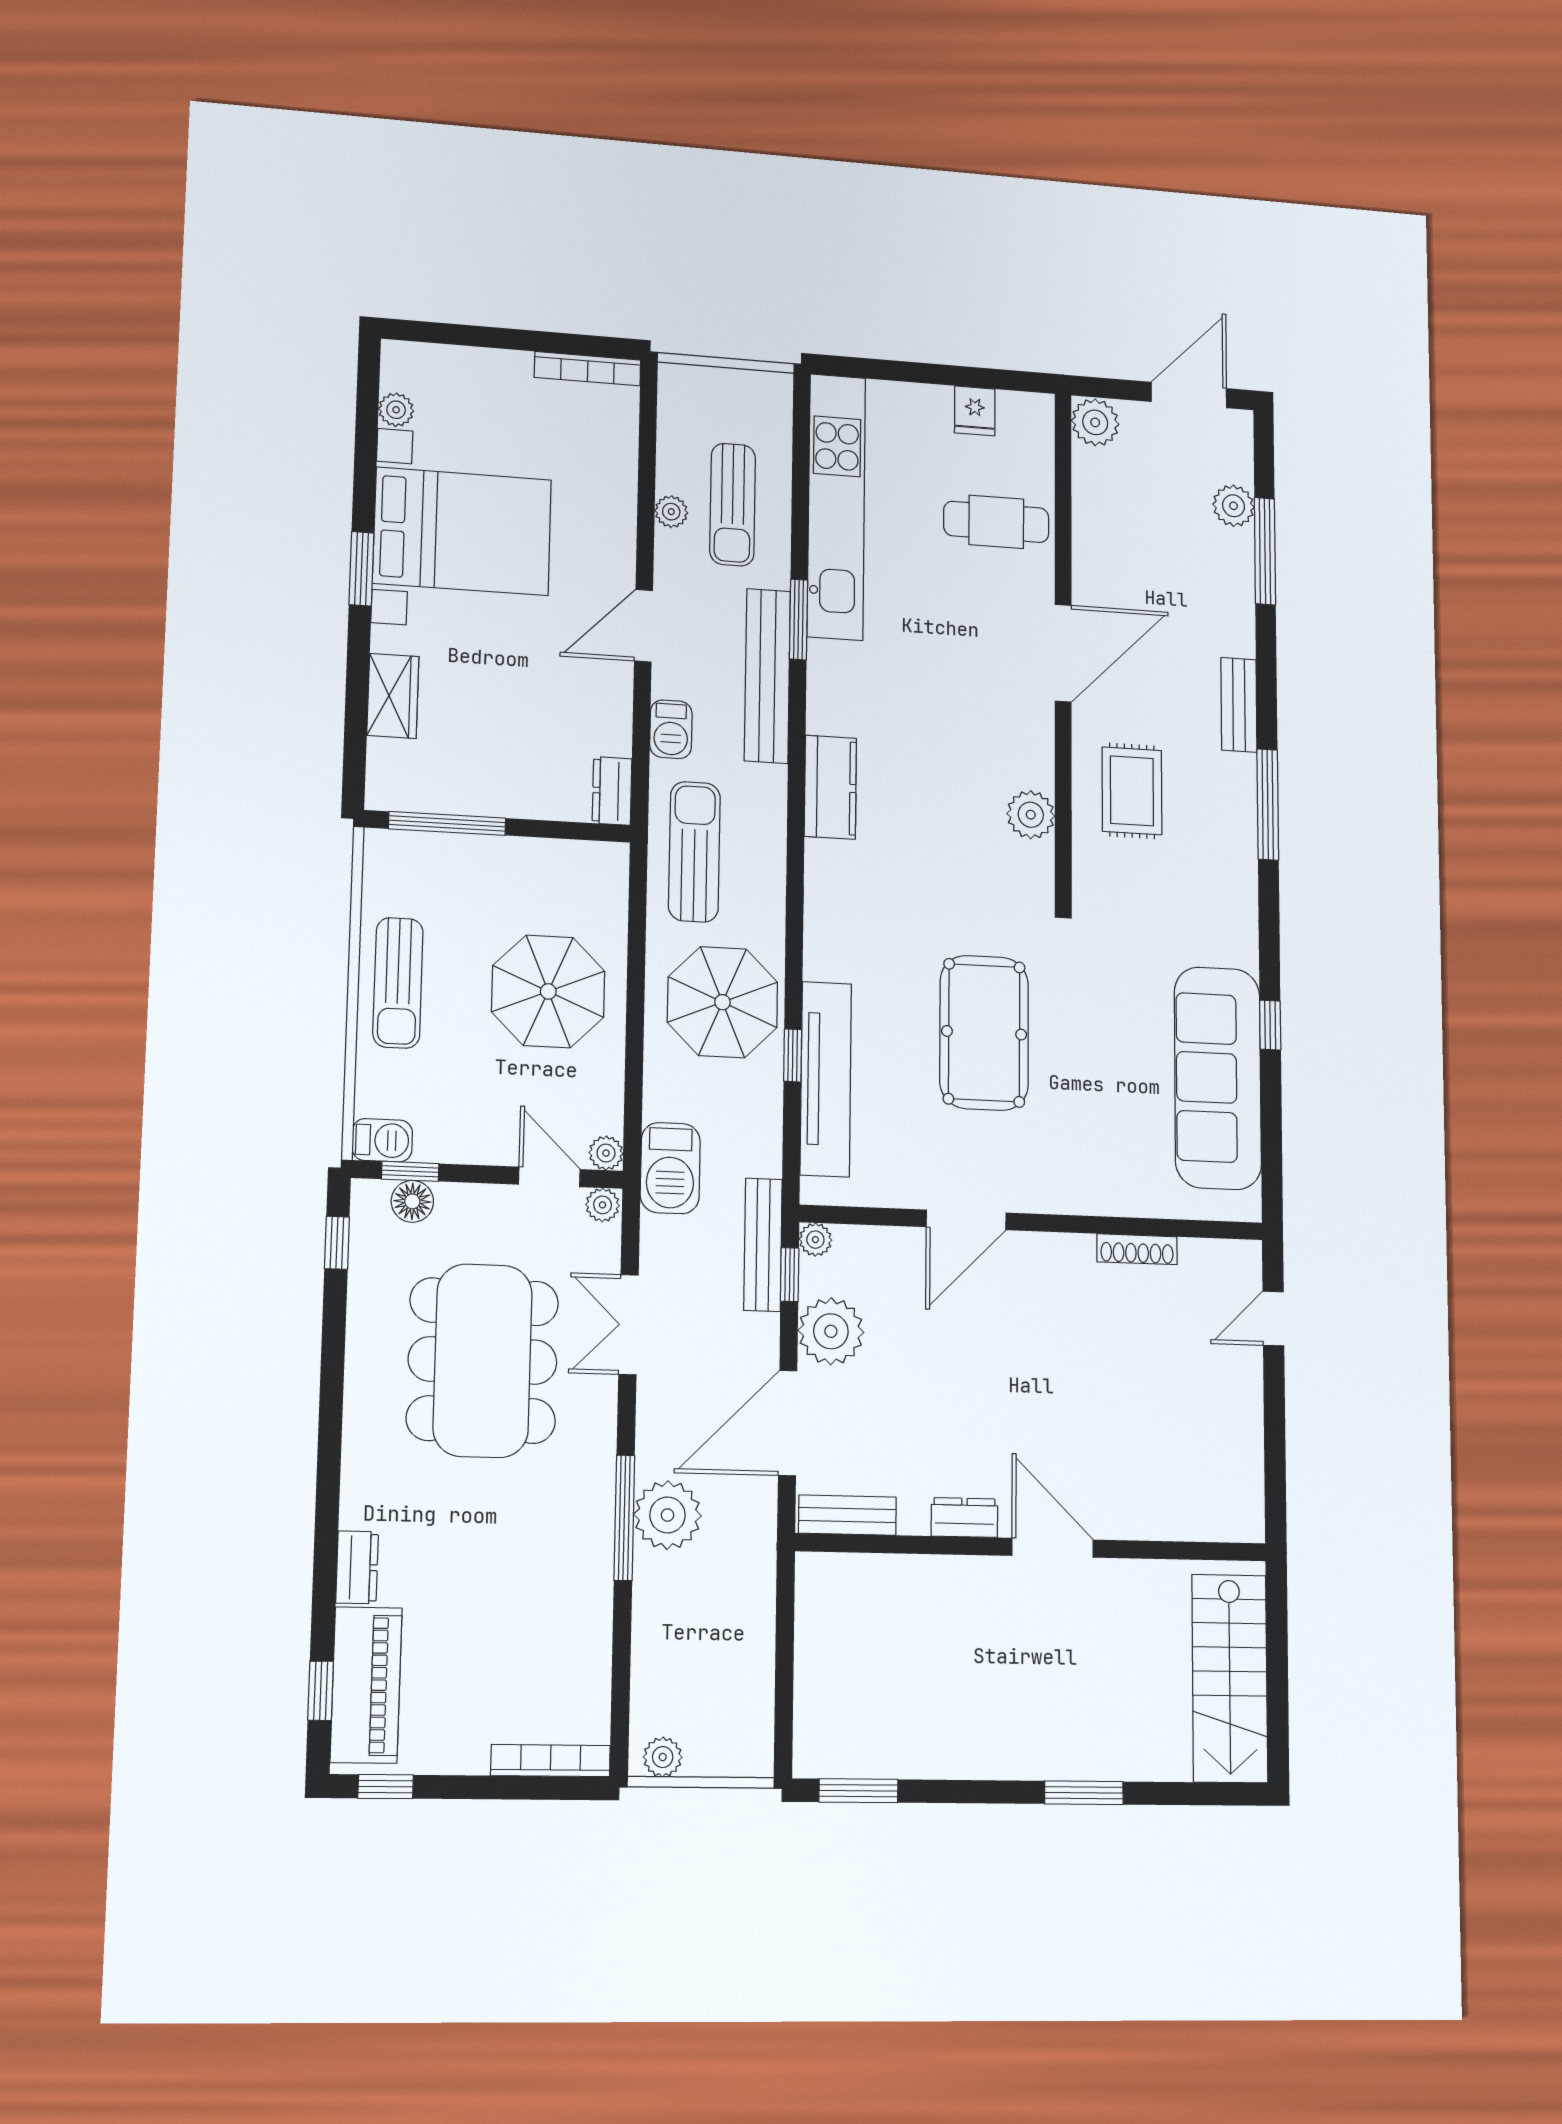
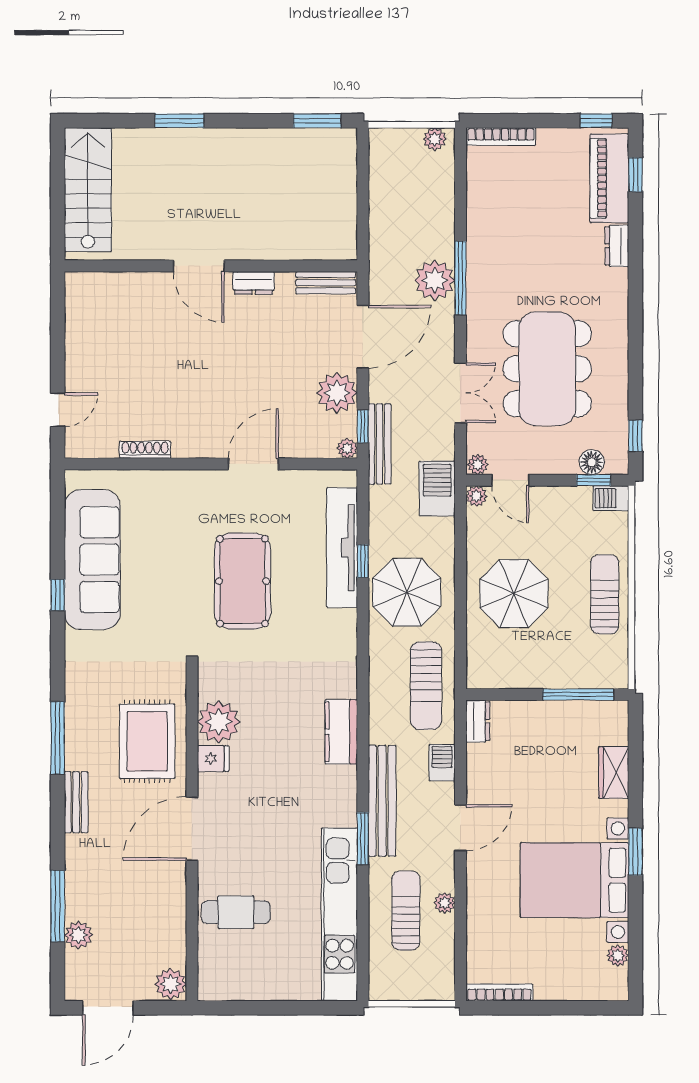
fridge: (975, 411) -> (213, 759), moved, turned 90
rug: (1132, 791) -> (147, 741), width x1.36, depth x1.43
plant: (1031, 815) -> (219, 722), width x1.36, depth x1.36

